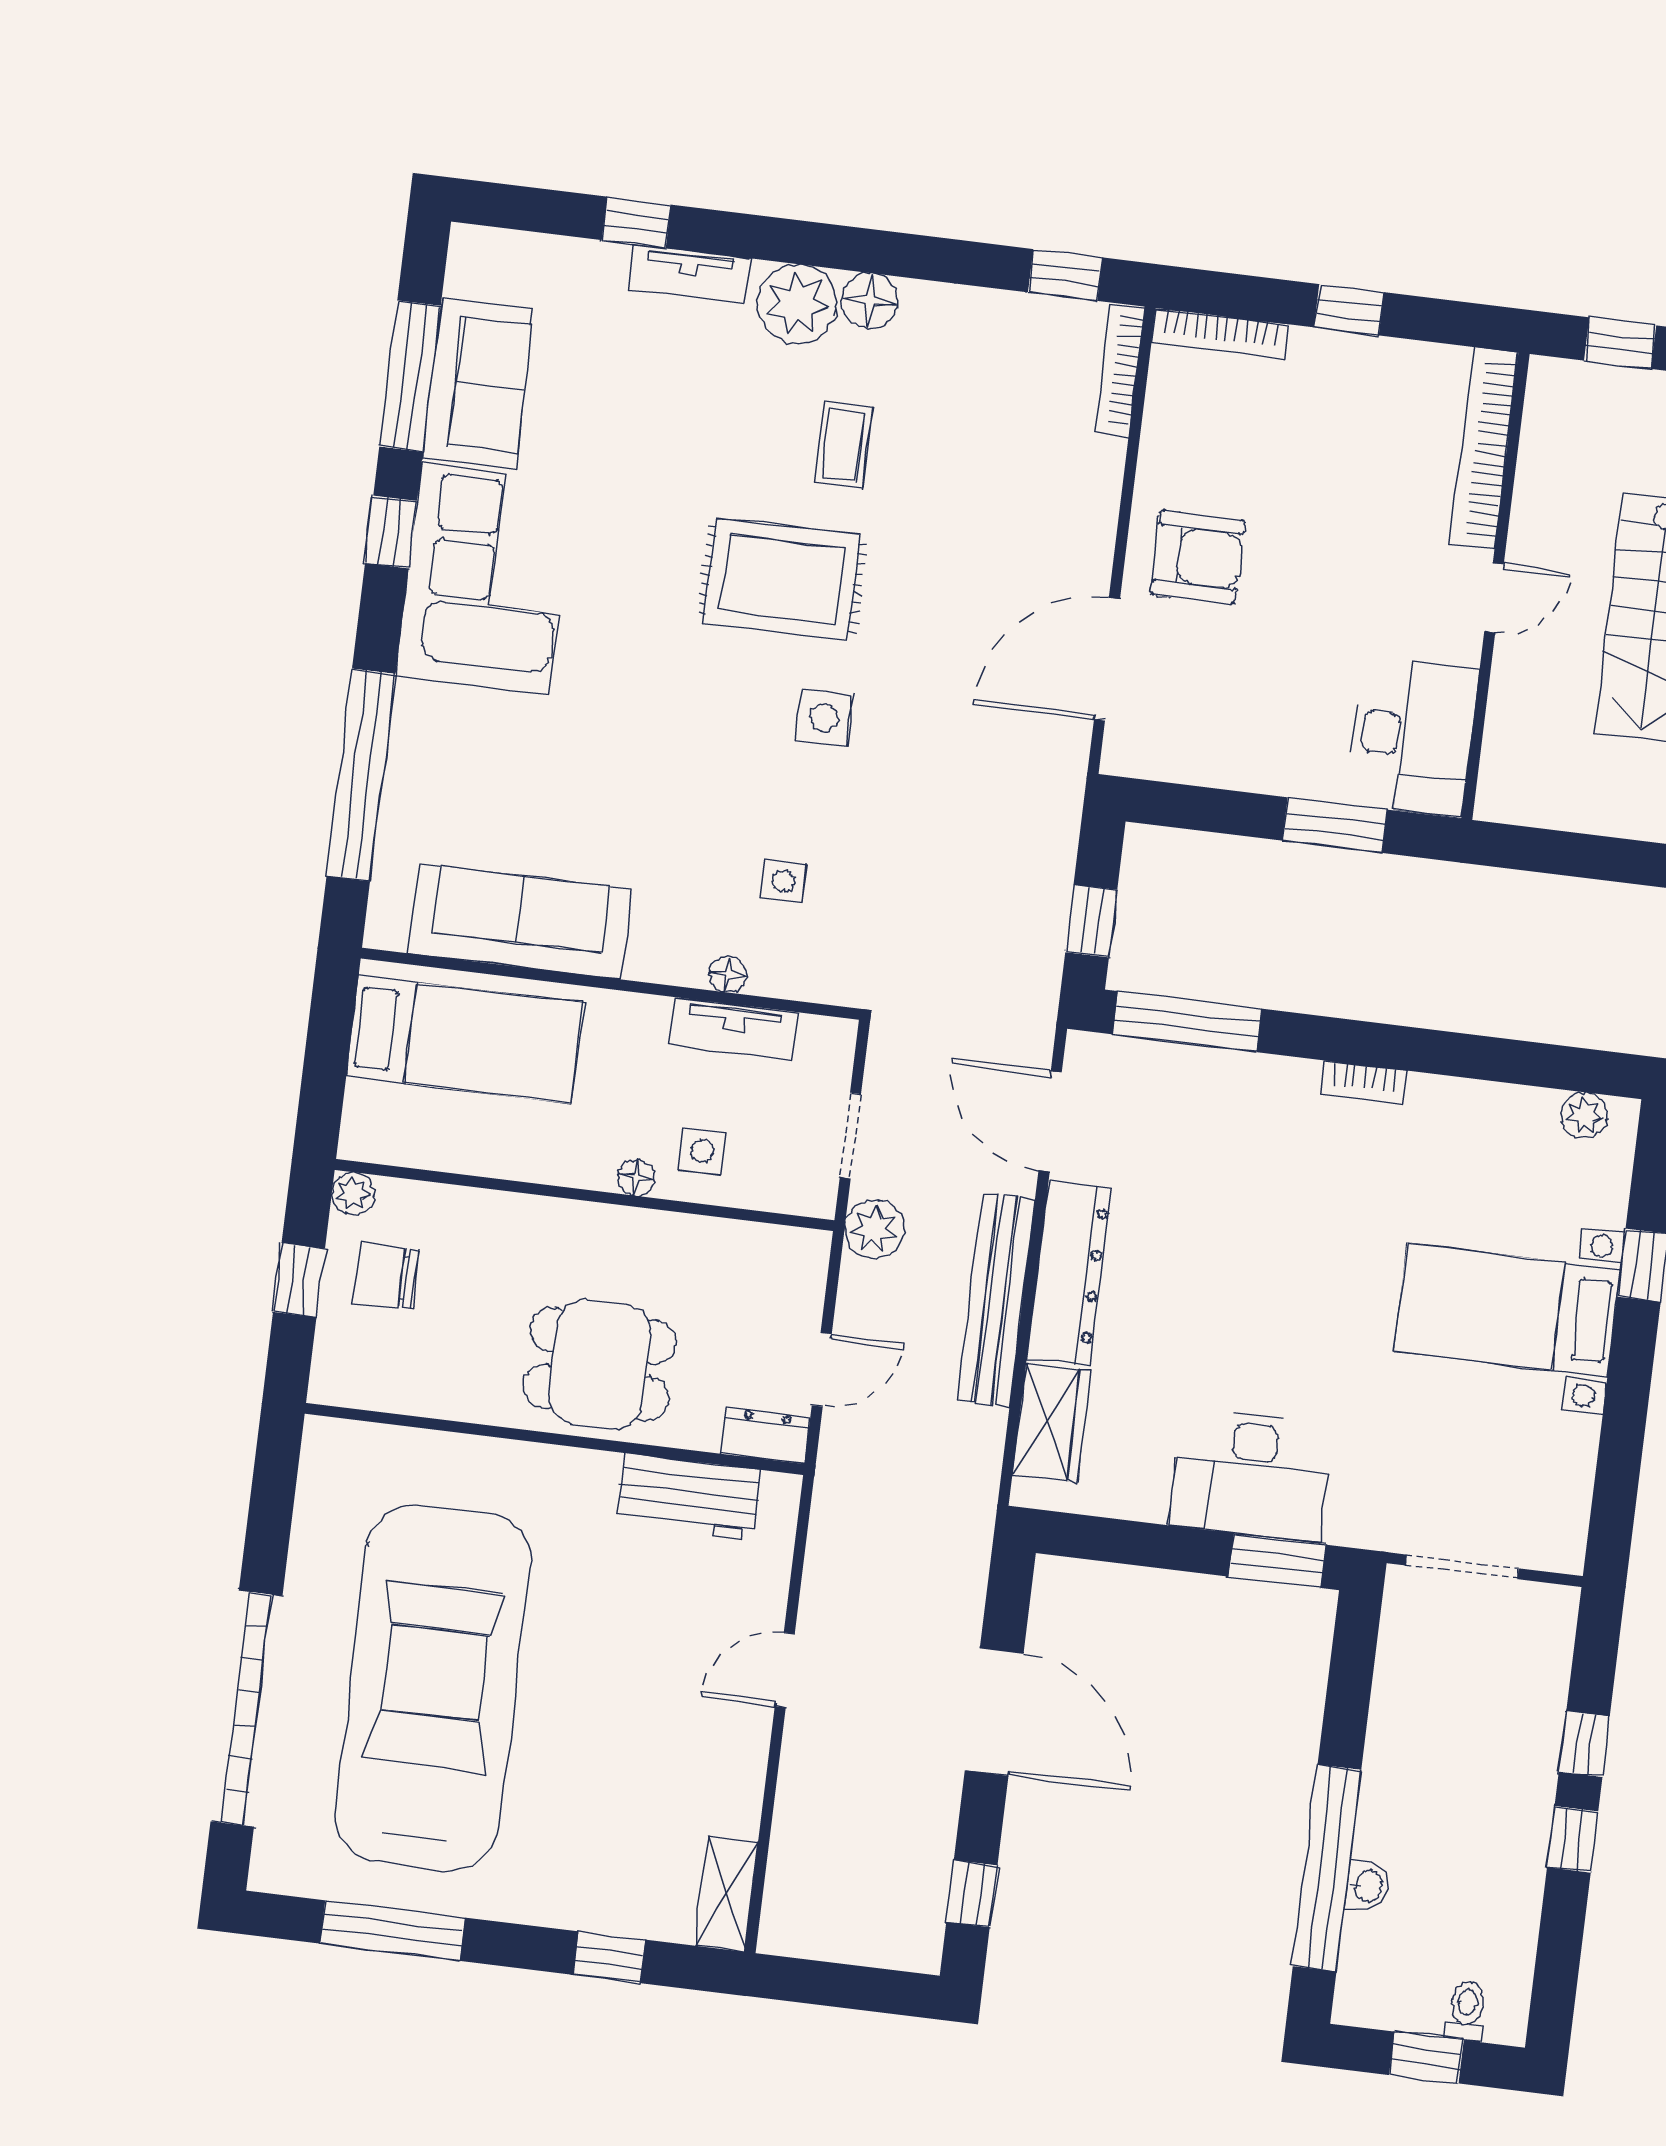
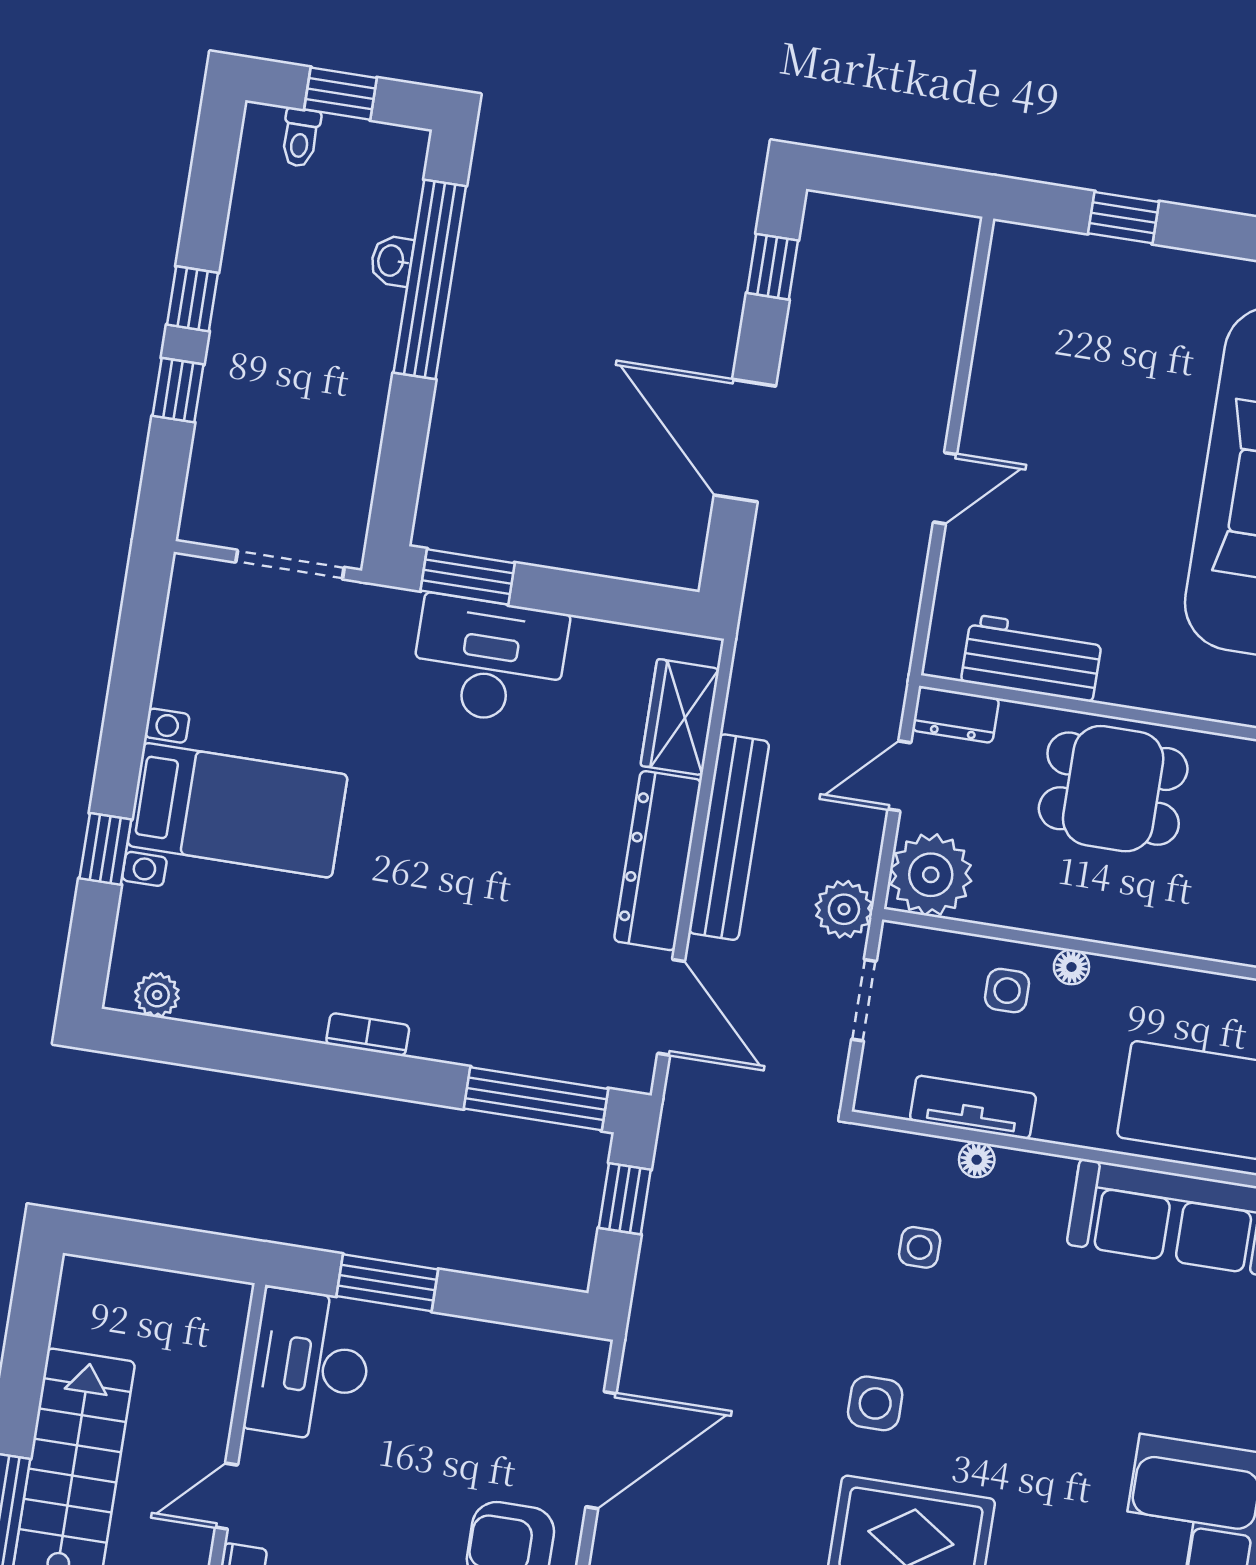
plant: (786, 1268) -> (931, 875), added
shelving: (727, 1894) -> (1009, 275), removed

